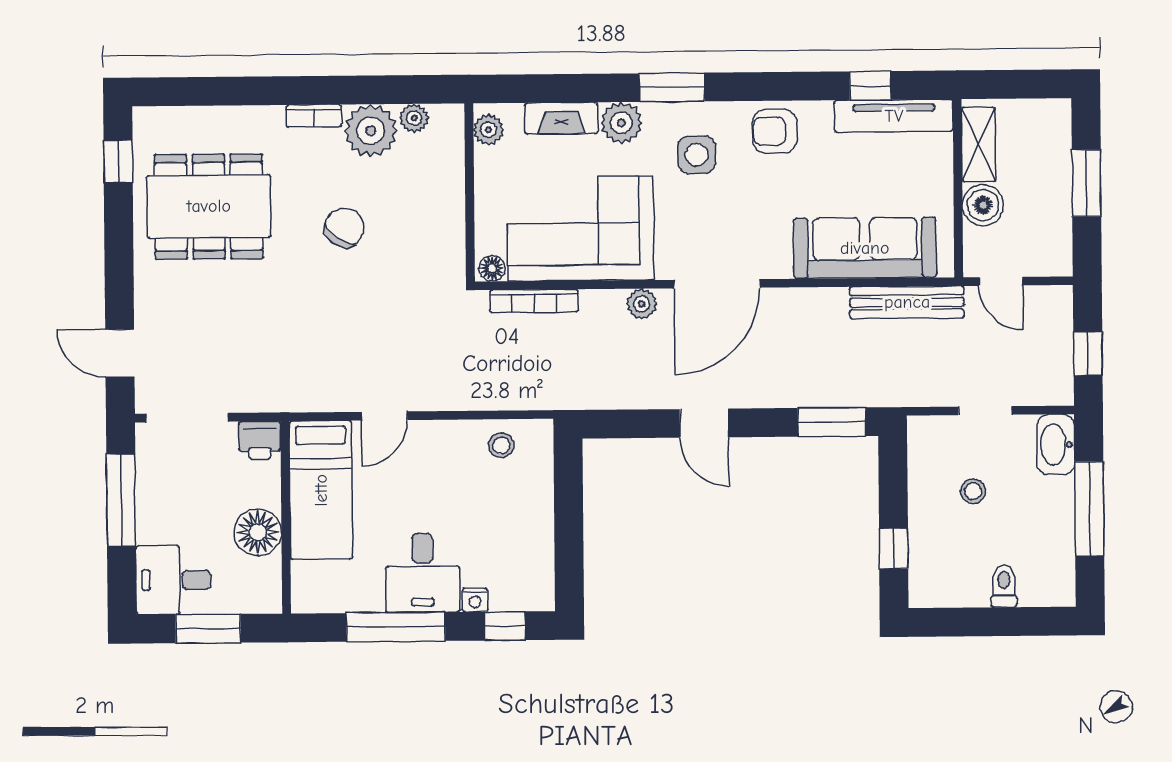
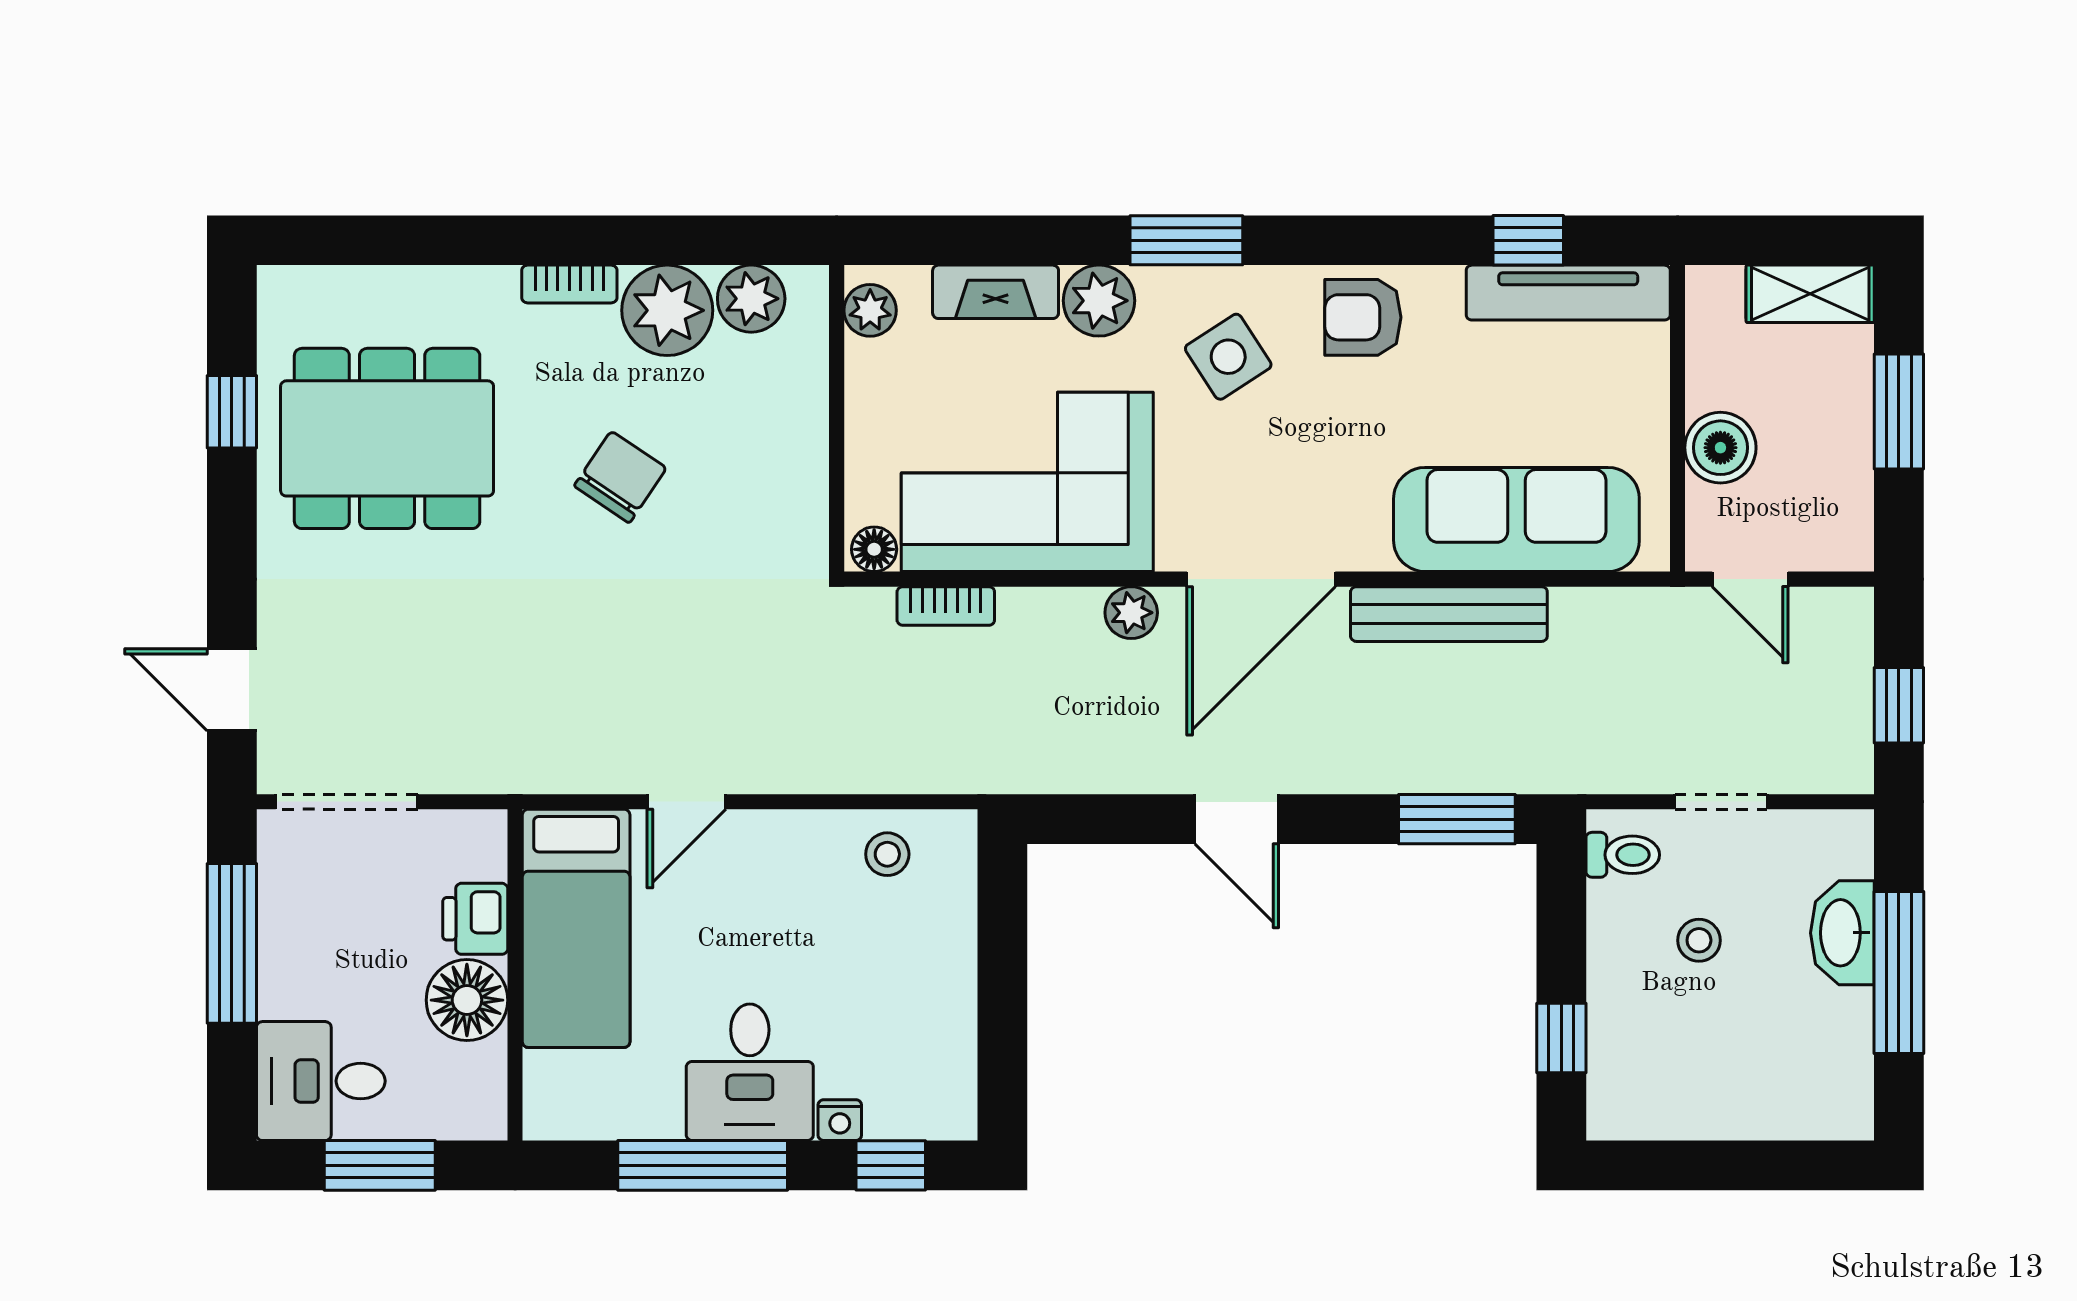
plant: (414, 118) -> (751, 299), width x1.38, depth x1.38
shelving: (979, 144) -> (1810, 294), moved, turned 90
side table: (697, 155) -> (1228, 357), turned -33
window: (118, 161) -> (232, 412), moved
bookcase: (534, 301) -> (946, 606), width x0.64
bench: (907, 302) -> (1449, 614), moved
printer: (260, 440) -> (475, 919), moved, turned 90
washbasin: (1056, 445) -> (1842, 933), moved
toilet: (1004, 586) -> (1623, 855), moved, turned 90

